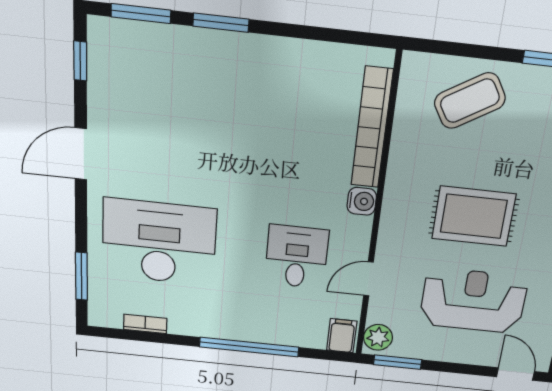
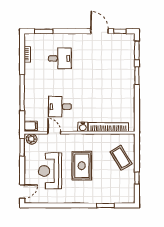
door: (81, 154) -> (100, 31), moved
desk: (159, 242) -> (60, 58), width x0.53, depth x0.77
desk: (297, 257) -> (60, 107), turned 180
reception desk: (473, 301) -> (50, 171), turned 180

